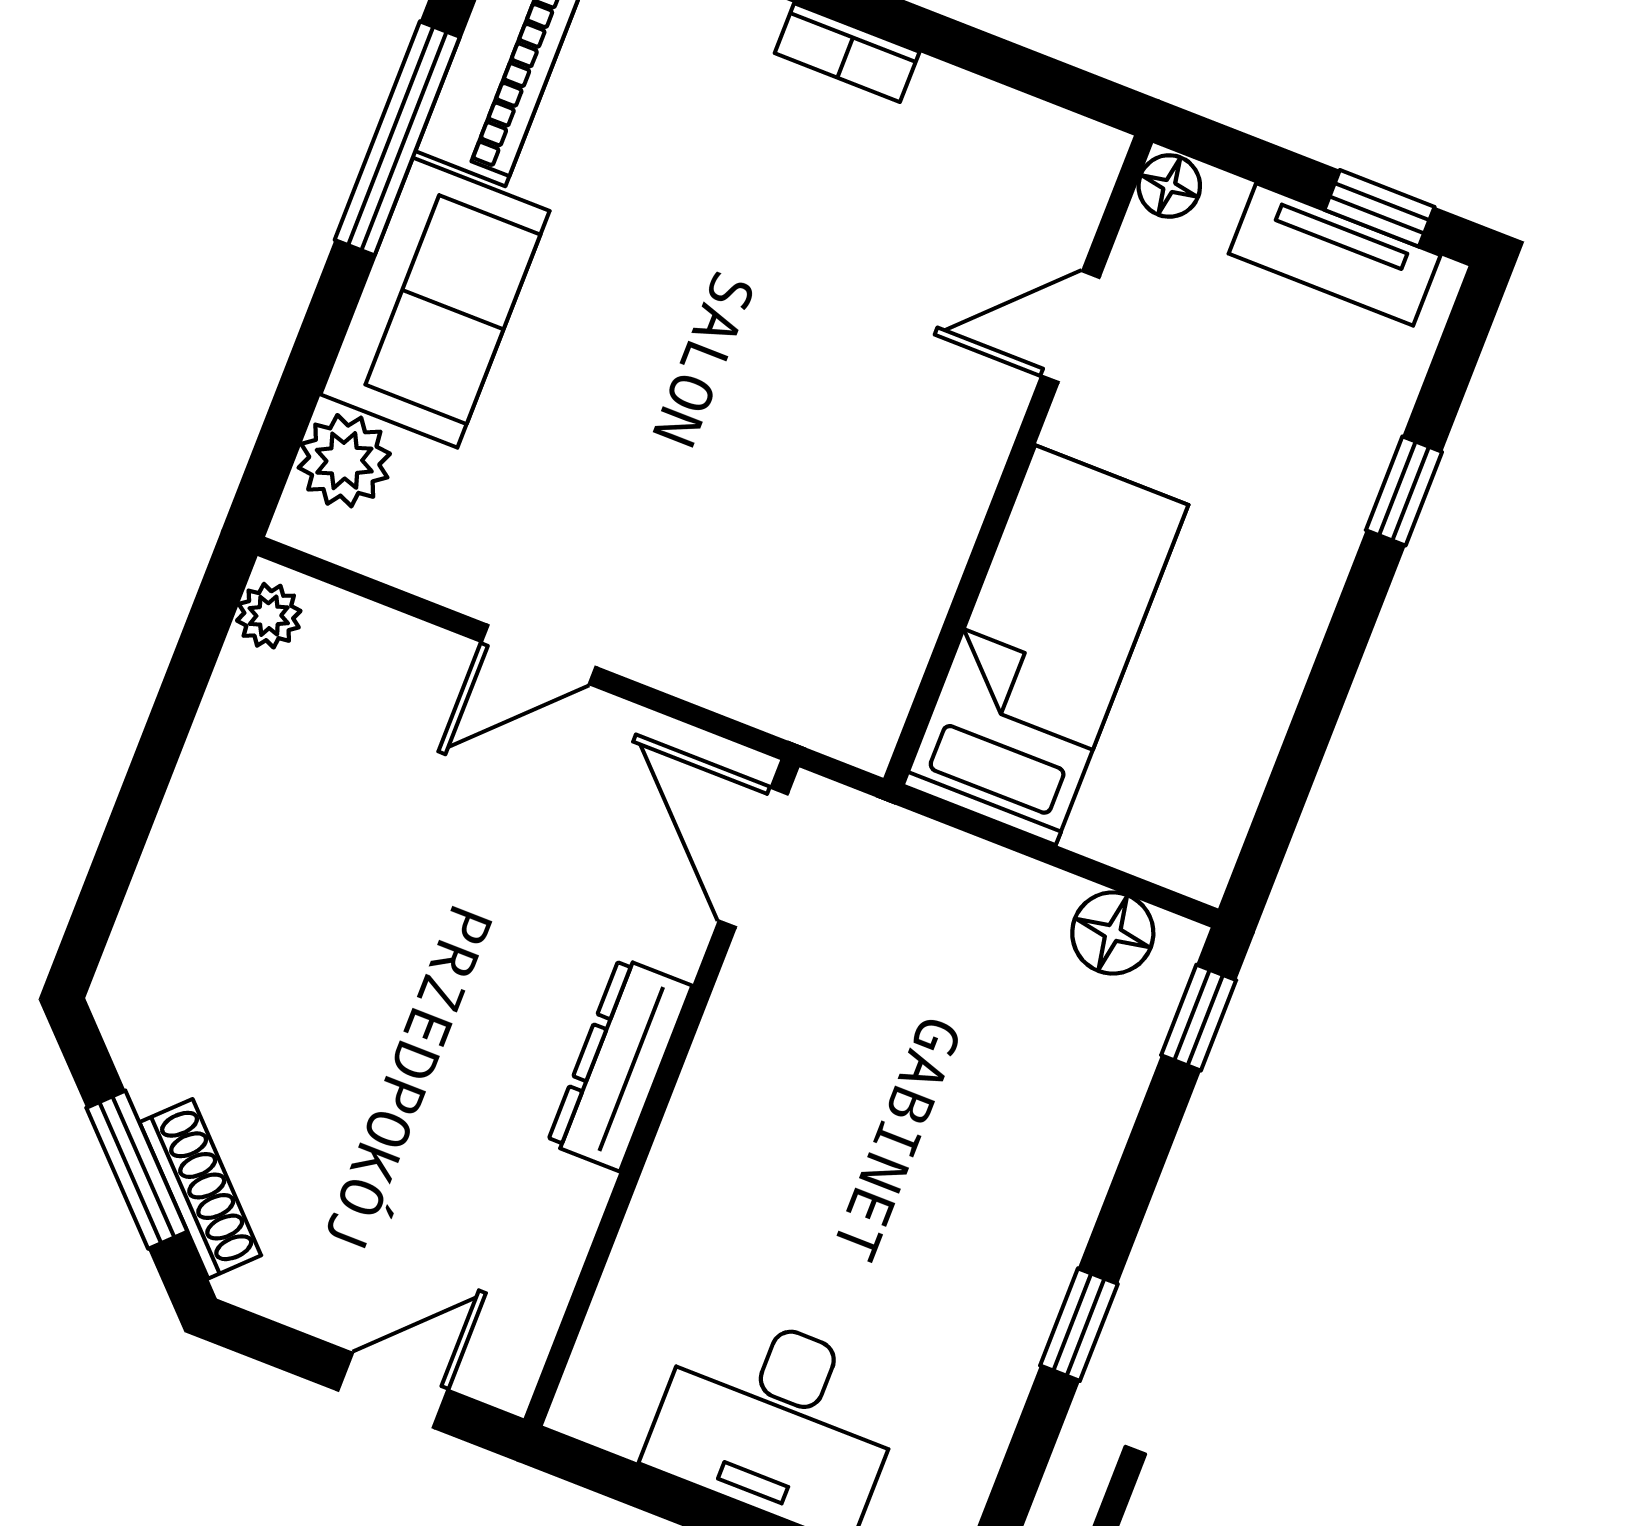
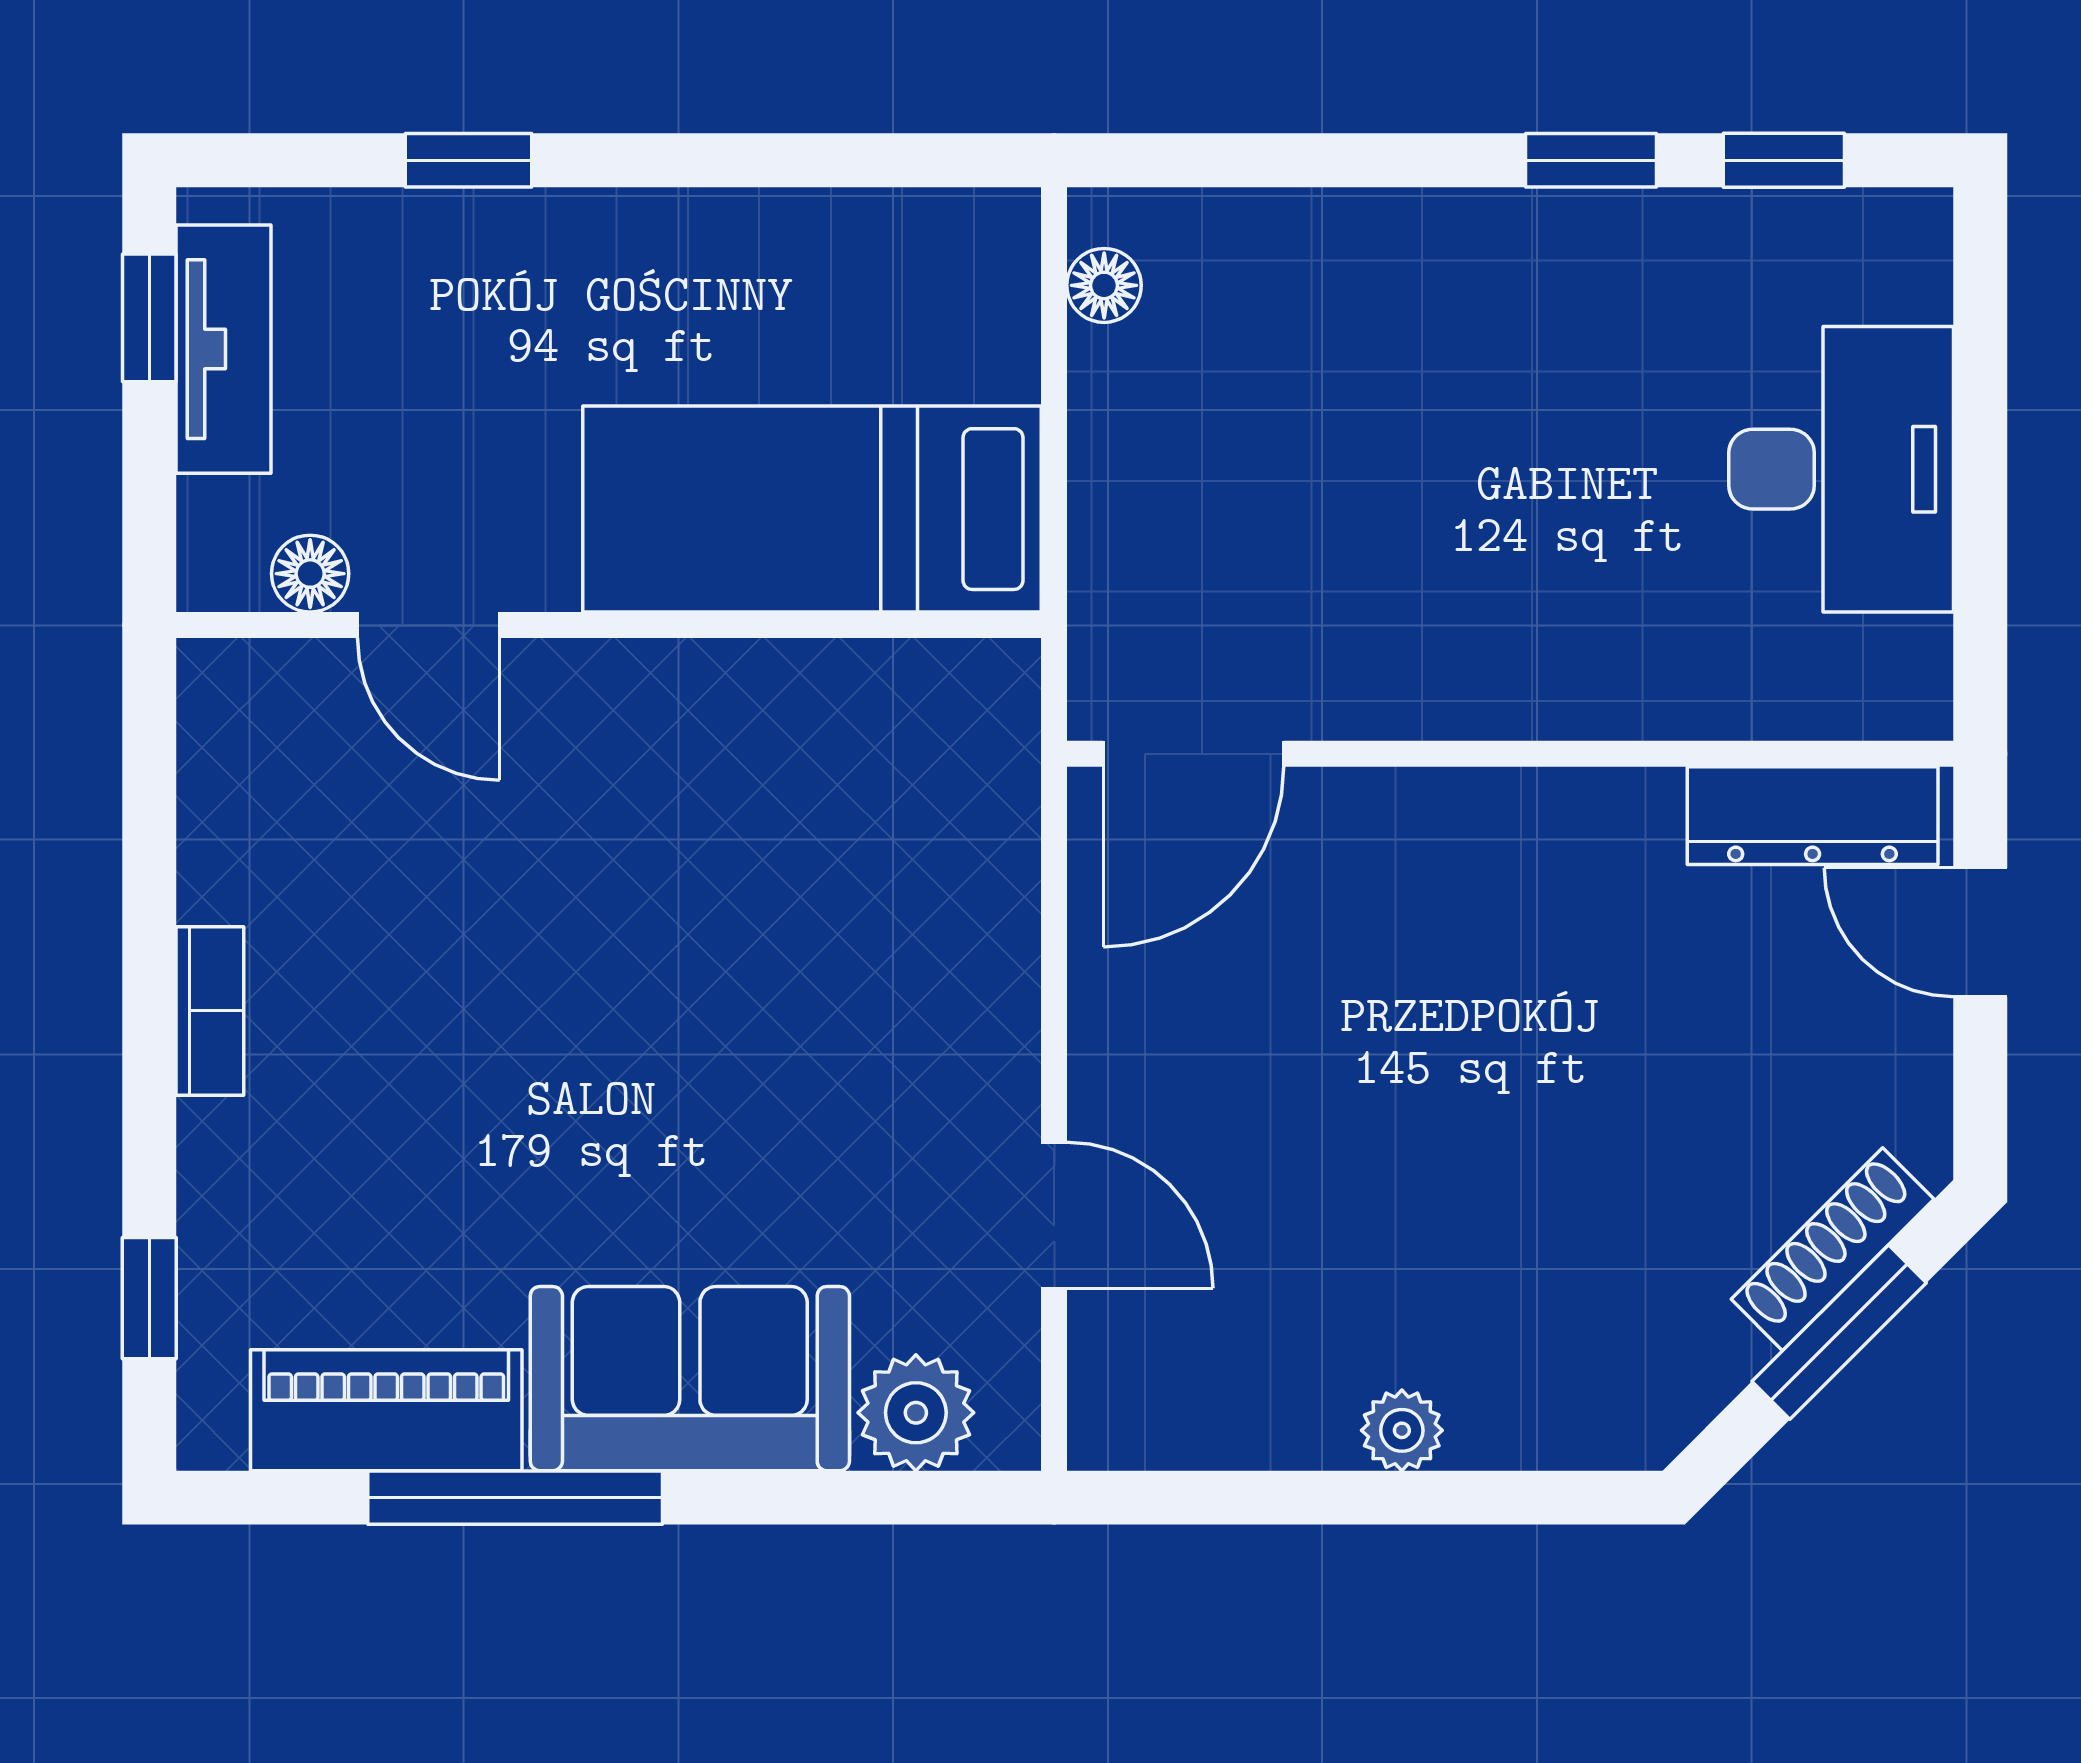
floor lamp: (1169, 186) -> (310, 574), moved
plant: (269, 616) -> (1402, 1430), moved
door: (539, 655) -> (1054, 1215), moved
floor lamp: (1113, 933) -> (1104, 285), width x0.73, depth x0.73
window: (1199, 1018) -> (1784, 160), moved
dresser: (620, 1064) -> (1813, 816), moved

